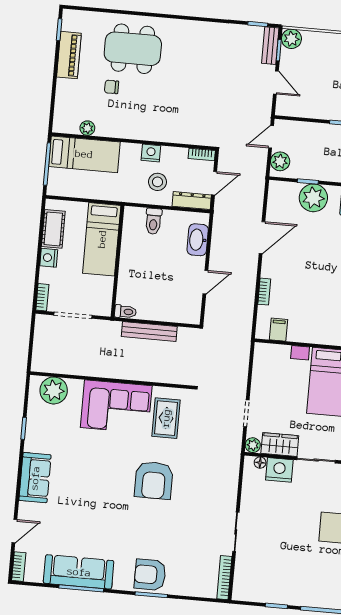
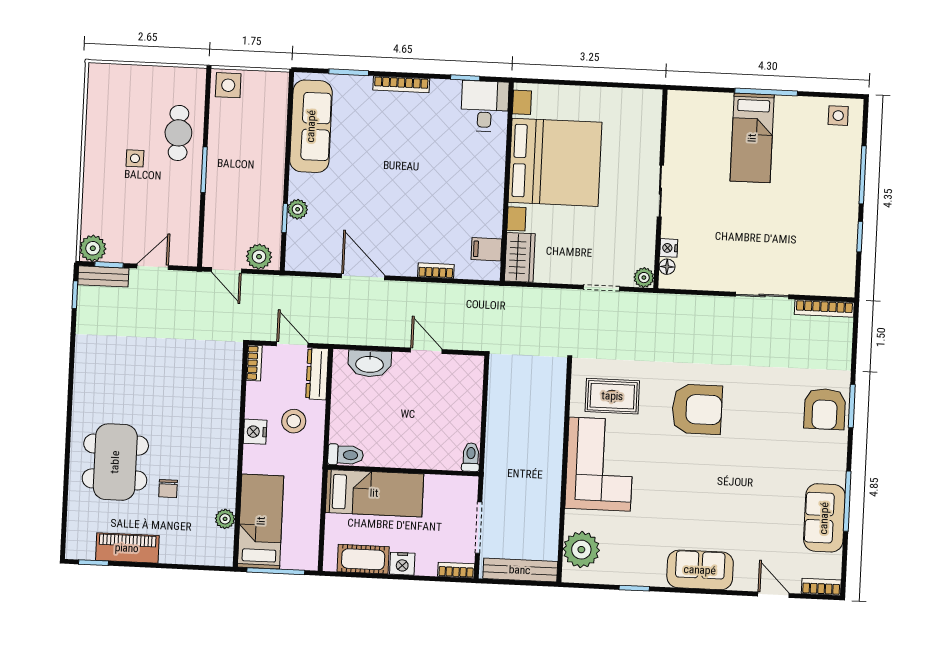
plant: (313, 198) -> (298, 209), width x0.53, depth x0.53
toilet: (153, 221) -> (346, 455), moved
bench: (149, 332) -> (520, 570), moved, turned 90
wardrobe: (280, 444) -> (520, 257), moved, turned 180
nightstand: (279, 470) -> (669, 248), width x0.53, depth x0.56
sofa: (79, 572) -> (824, 518), width x0.73

